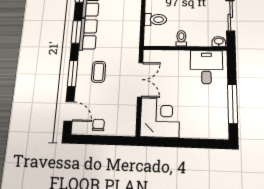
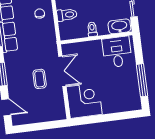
washbasin: (219, 41) -> (119, 26), width x1.91, depth x1.45
coffee table: (99, 72) -> (40, 79), moved
chair: (98, 125) -> (40, 14), moved

